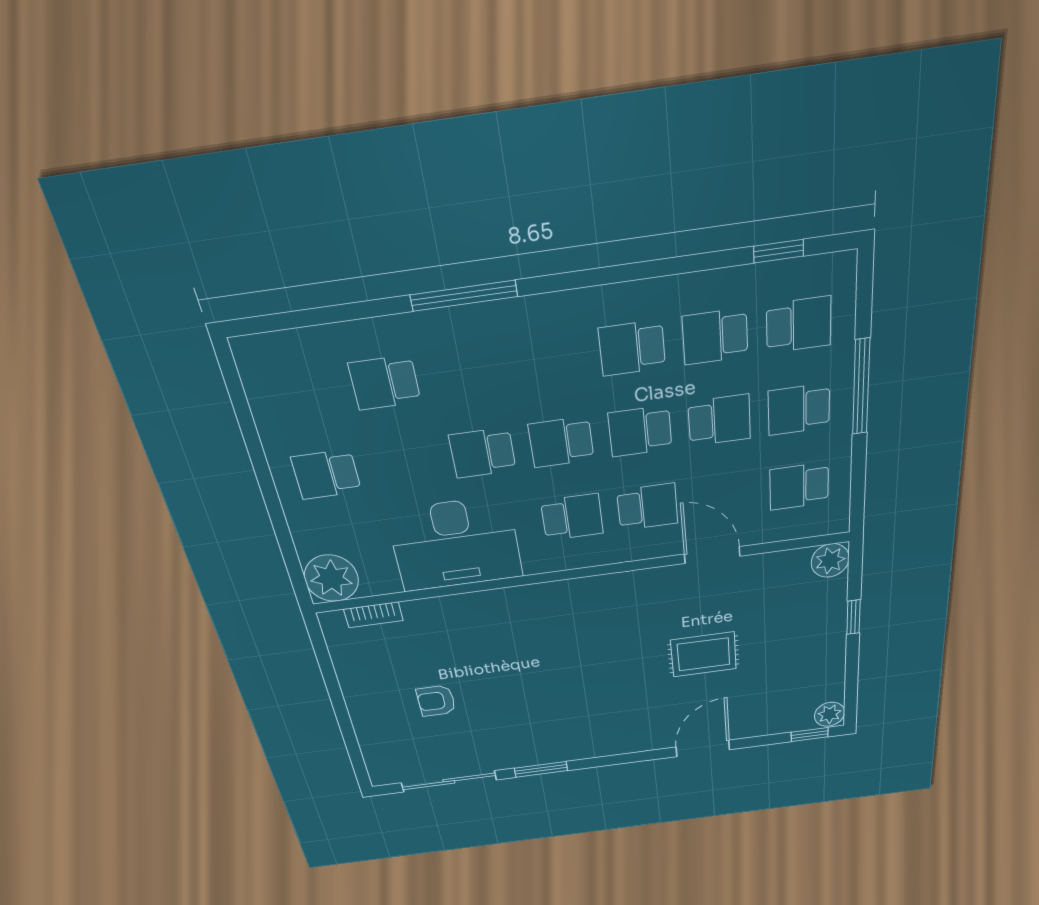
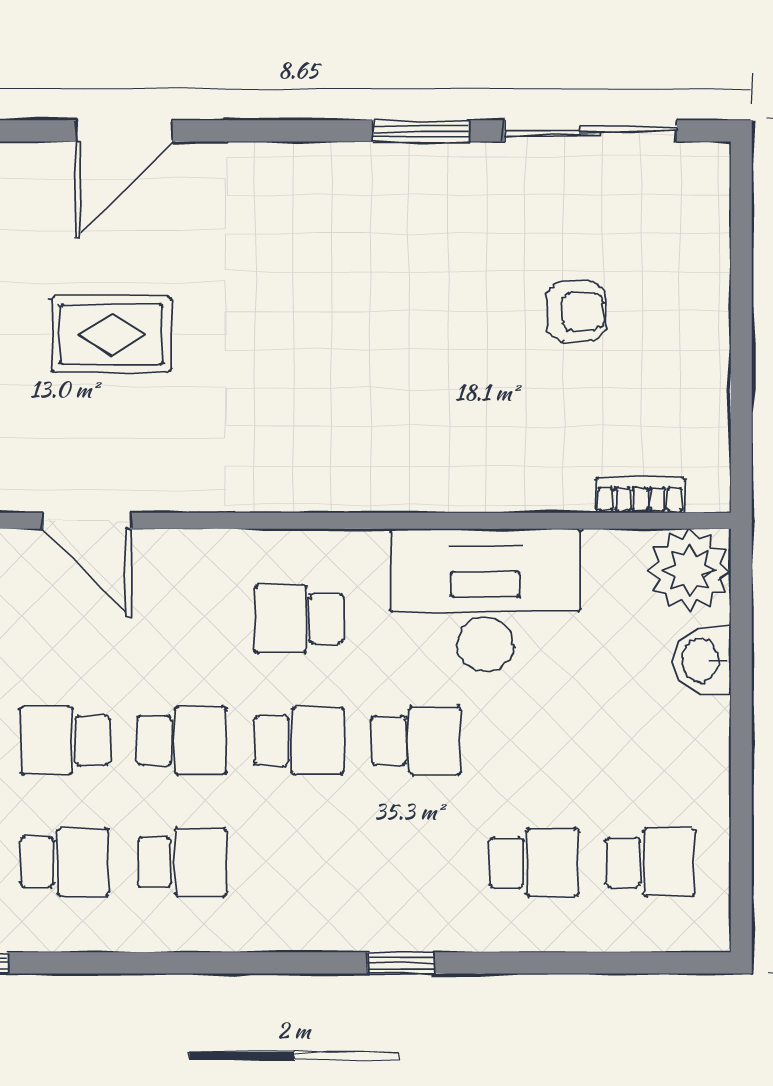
window: (464, 296) -> (401, 963), width x0.46
school desk: (326, 474) -> (651, 862), moved
school desk: (647, 507) -> (182, 619), removed
washbasin: (307, 528) -> (702, 660), added

